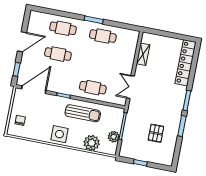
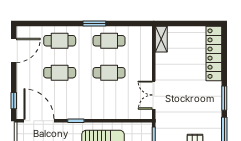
door: (22, 42) -> (14, 50), moved
shelving: (143, 54) -> (161, 39), moved
cafe table: (93, 88) -> (109, 73), moved
door: (34, 90) -> (39, 121), hinge flipped

